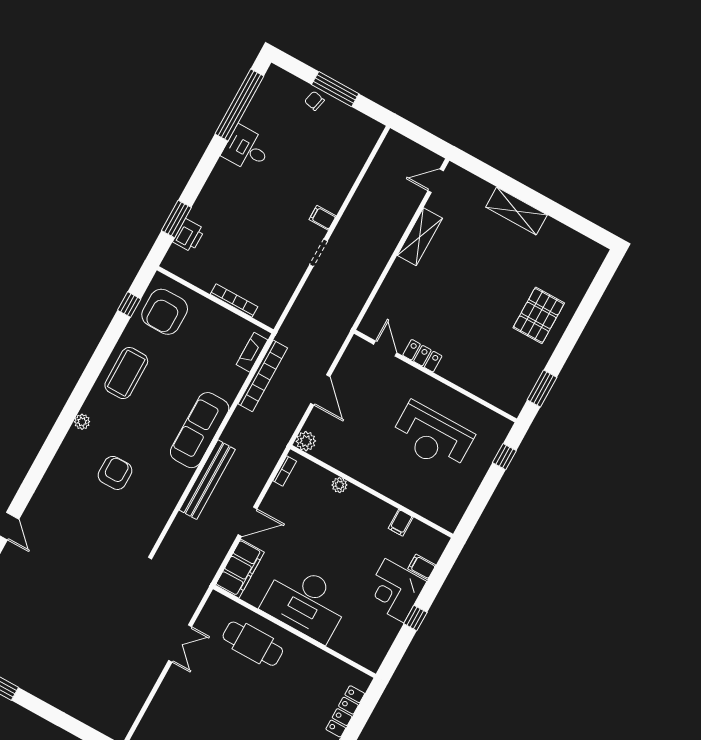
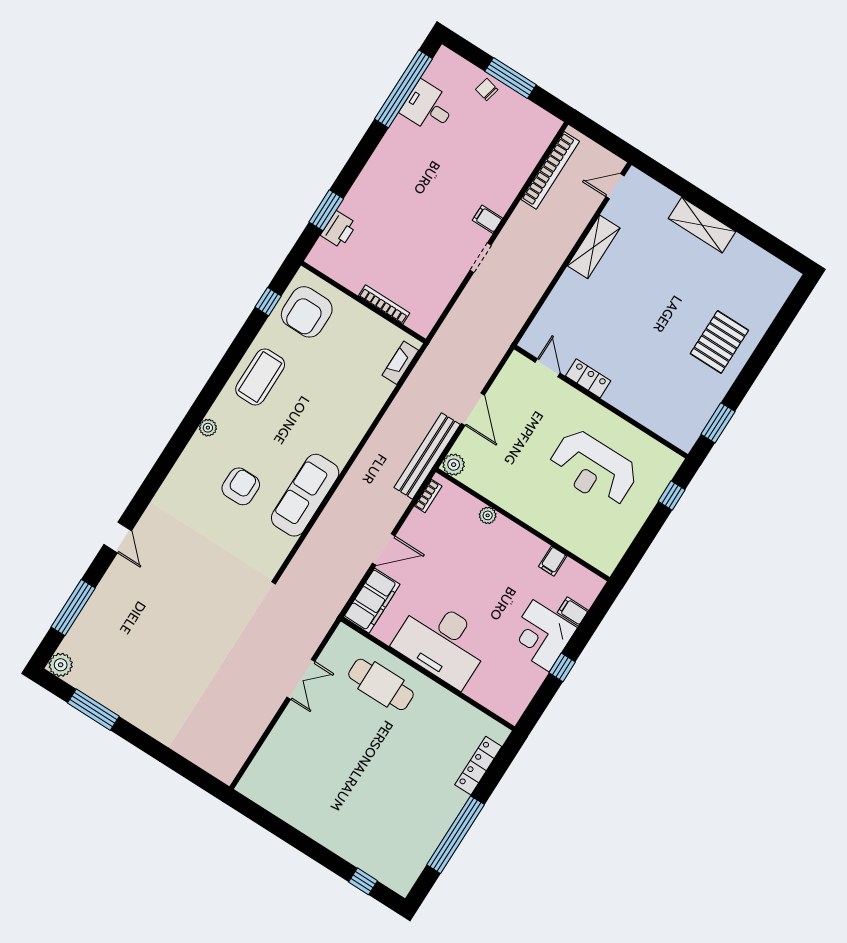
desk: (247, 149) -> (428, 107), moved
bookcase: (263, 376) -> (550, 170), moved
sofa: (200, 430) -> (305, 495), moved
bench: (207, 480) -> (427, 456), moved

